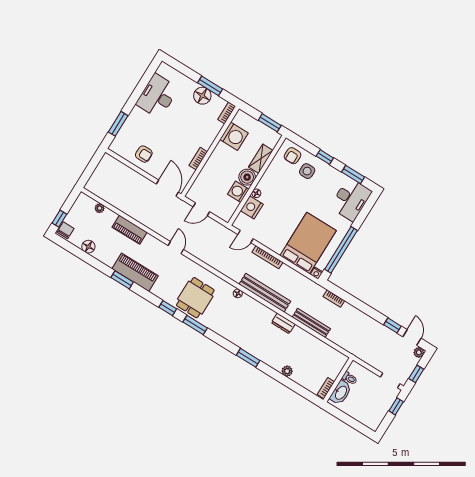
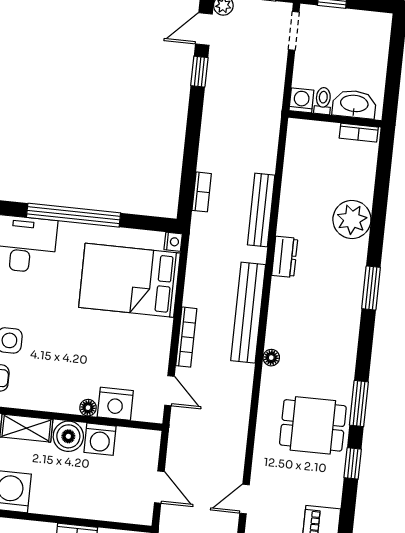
window: (341, 250) -> (74, 215), moved
washing machine: (355, 368) -> (301, 100), added
plant: (287, 371) -> (352, 219), width x1.88, depth x1.88

